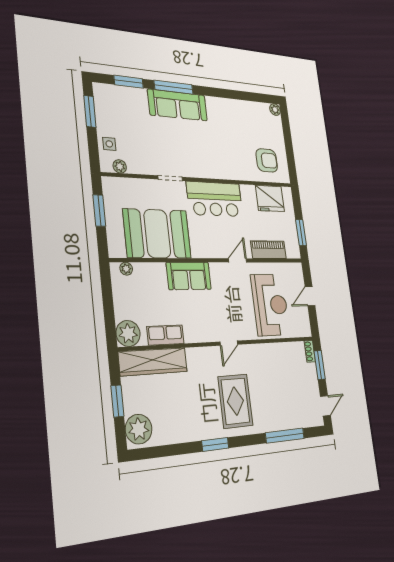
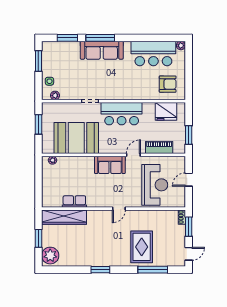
bar counter: (244, 117) -> (153, 53), added
sofa: (189, 276) -> (110, 165), moved
plant: (128, 333) -> (50, 200), removed
rug: (235, 401) -> (142, 247), moved

